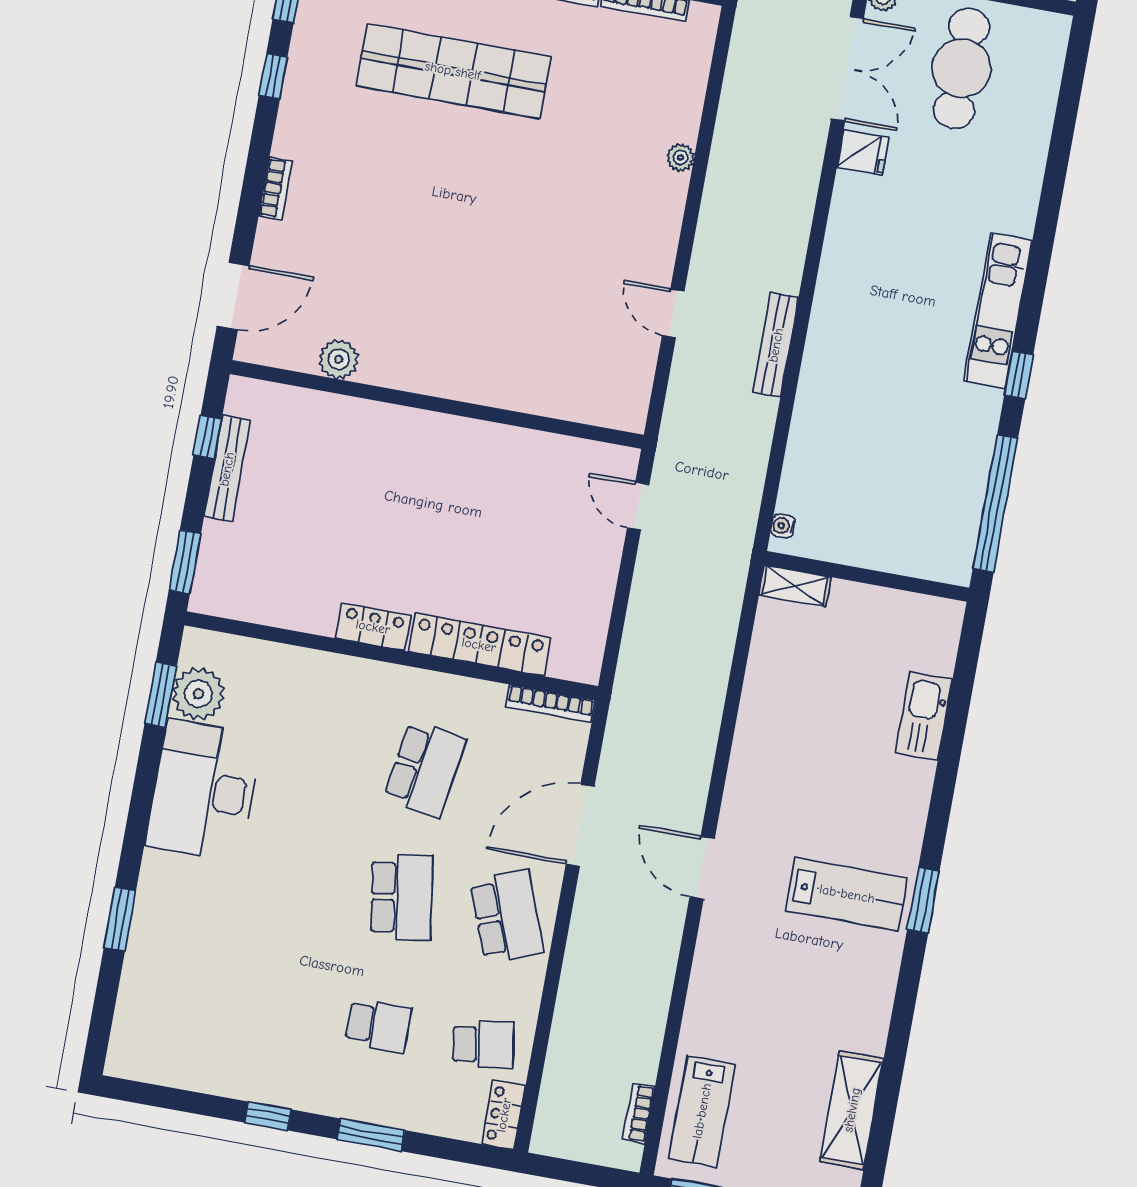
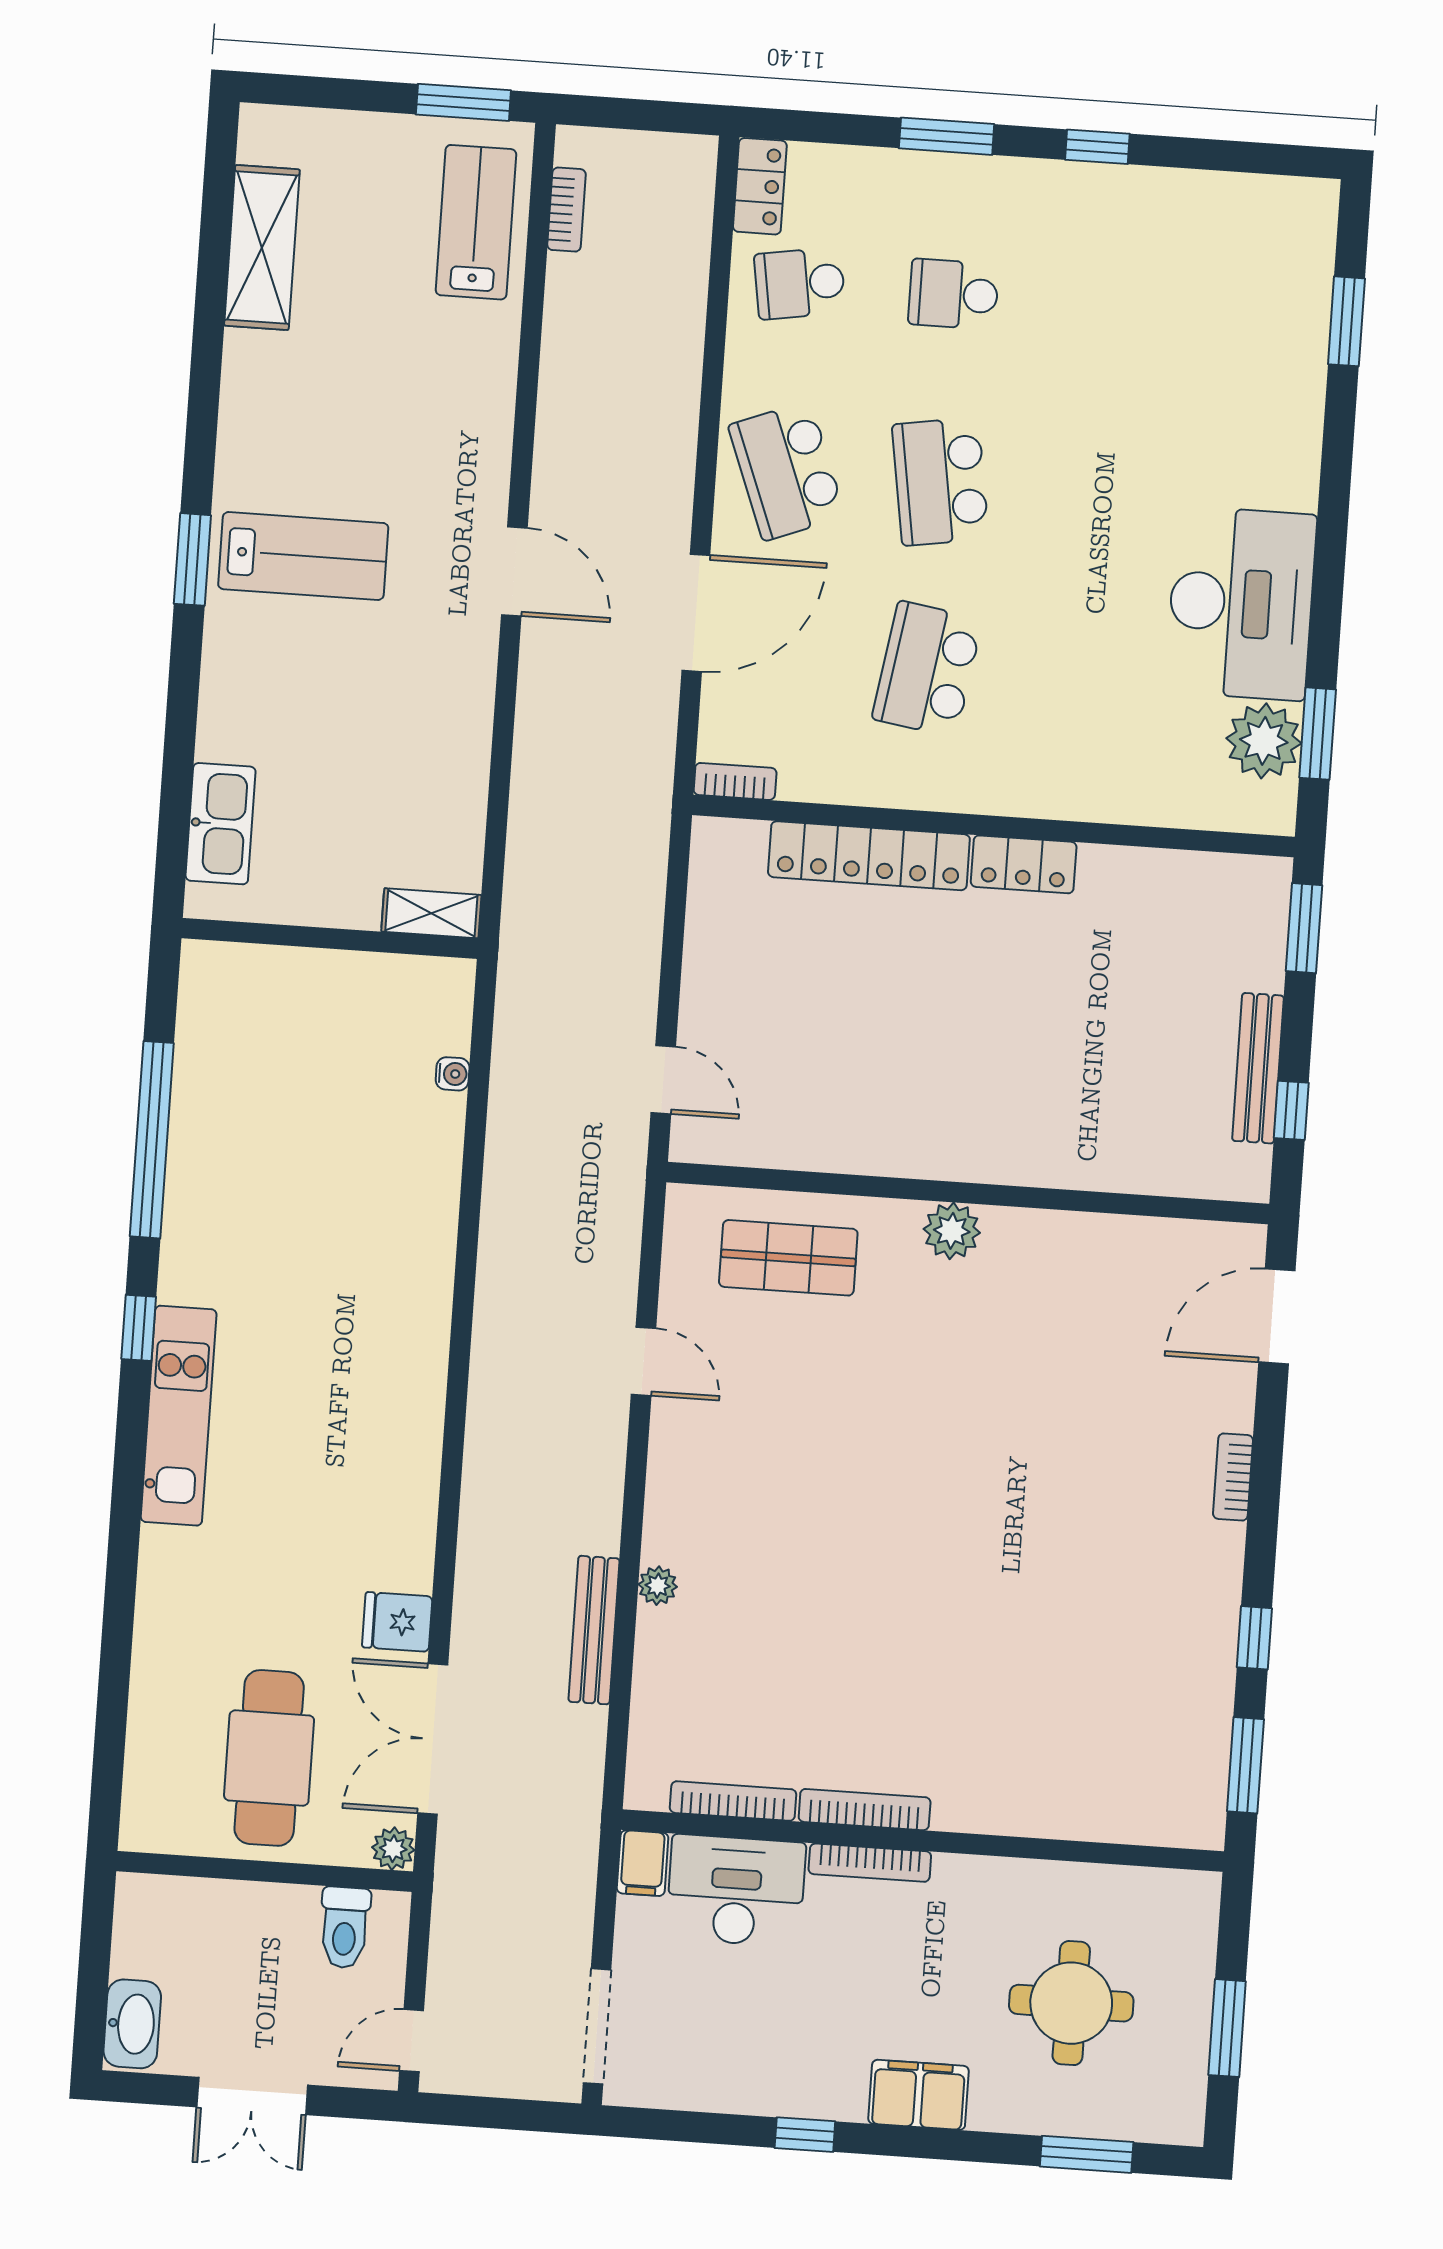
shop shelf: (453, 71) -> (788, 1258), moved, width x0.50, depth x0.74
bench: (776, 345) -> (594, 1630), moved
plant: (339, 359) -> (952, 1231), moved
wall: (867, 576) -> (330, 938), moved
shelving: (795, 586) -> (431, 913), moved
bookcase: (550, 703) -> (735, 781), width x0.64
lab bench: (847, 894) -> (303, 556), turned 180
window: (120, 919) -> (1346, 321), moved

